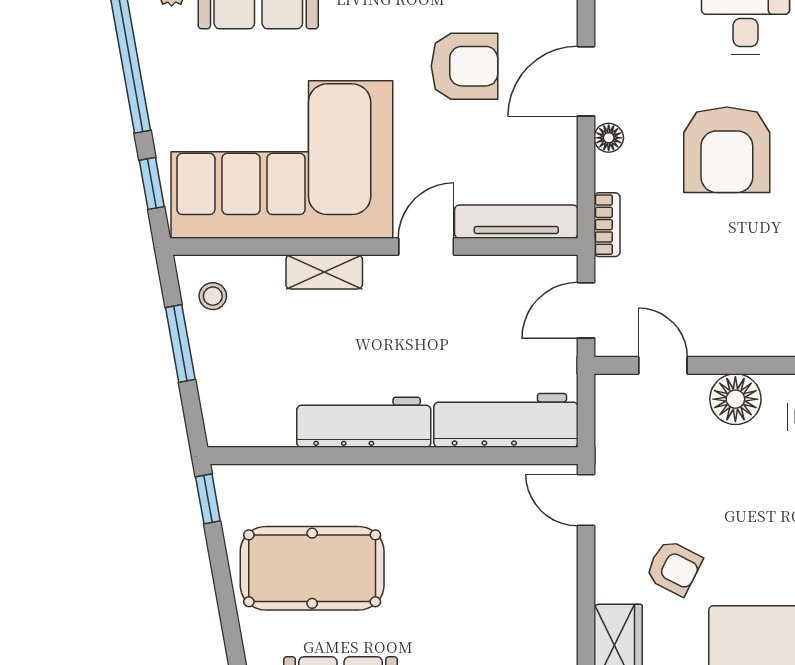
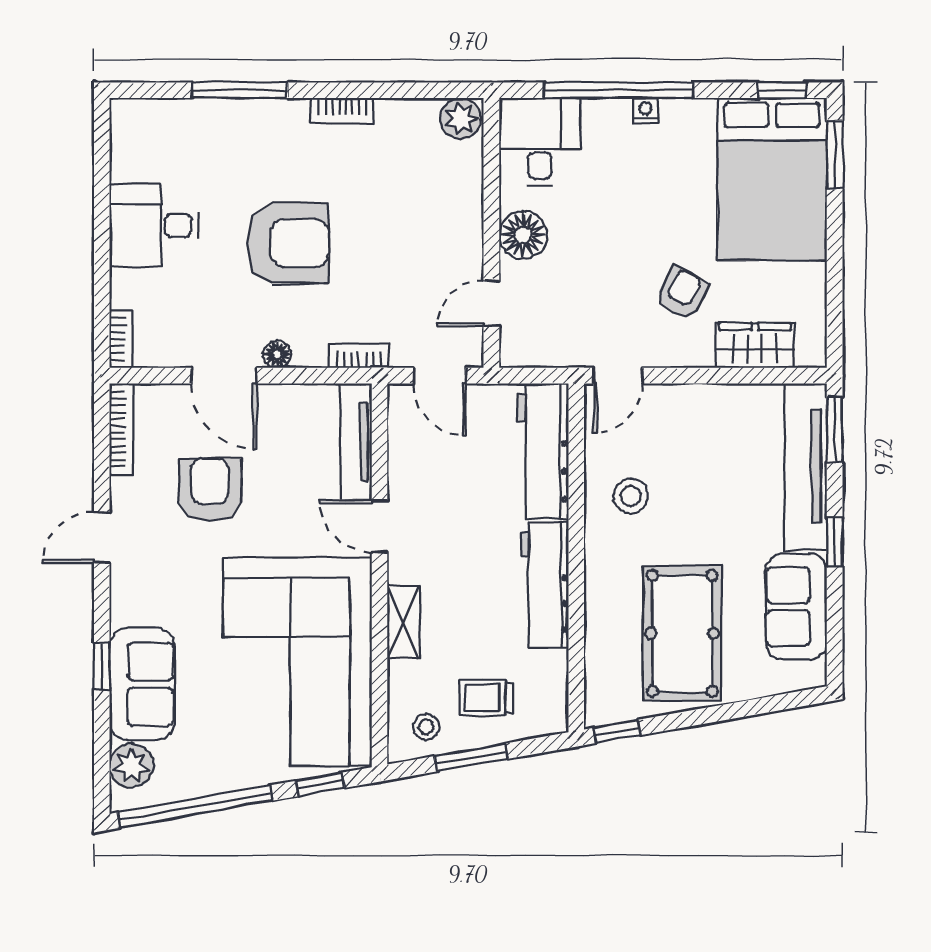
trolley: (244, 360) -> (486, 698), added
stool: (458, 513) -> (631, 496), added

